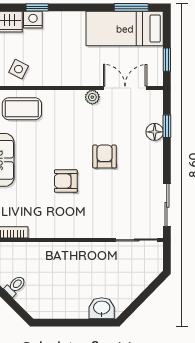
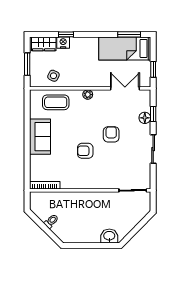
plant: (92, 97) -> (88, 95), moved
sliding door: (167, 205) -> (153, 149), moved

